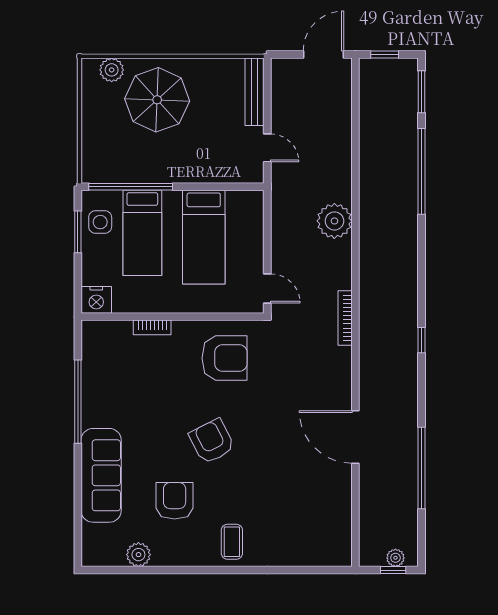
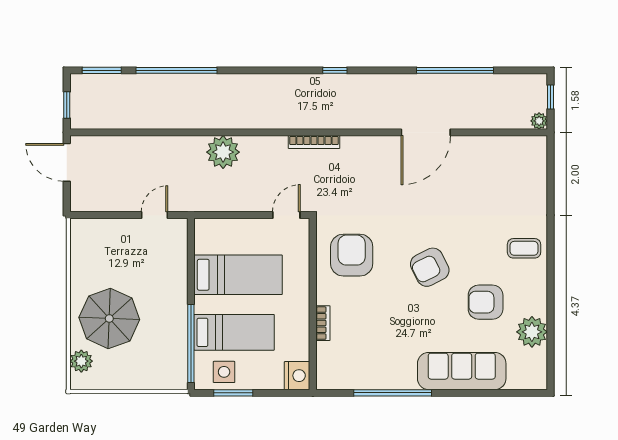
bench: (255, 92) -> (102, 227), removed
plant: (138, 555) -> (532, 332), width x1.36, depth x1.36
plant: (395, 558) -> (539, 121), moved

